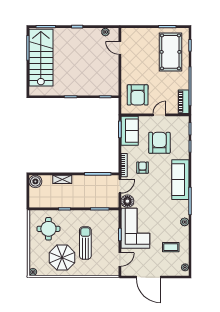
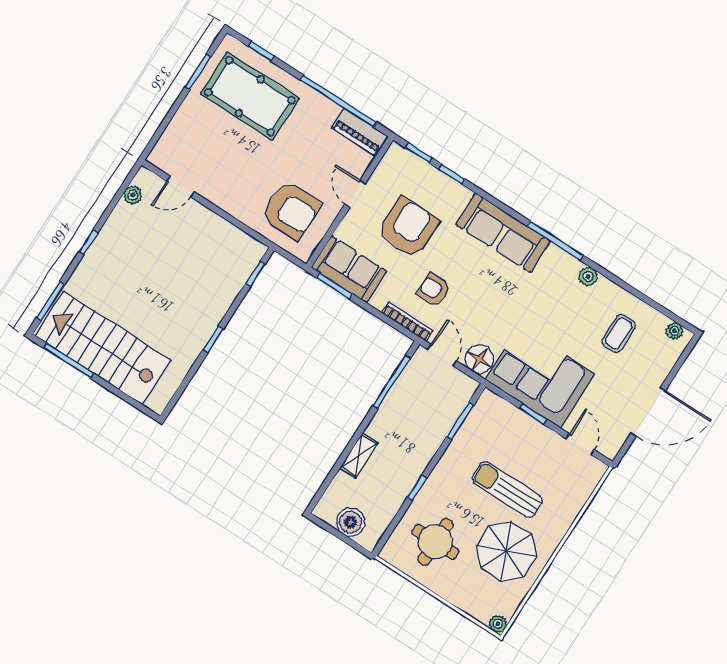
armchair: (159, 143) -> (408, 228), turned 90
boiler: (35, 181) -> (350, 522), moved

